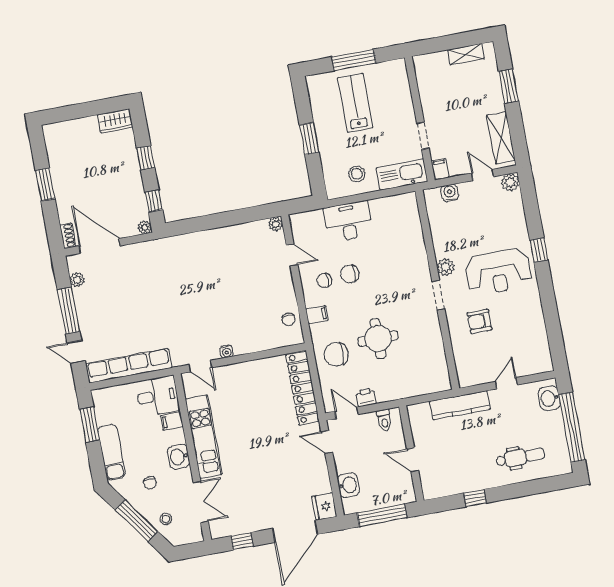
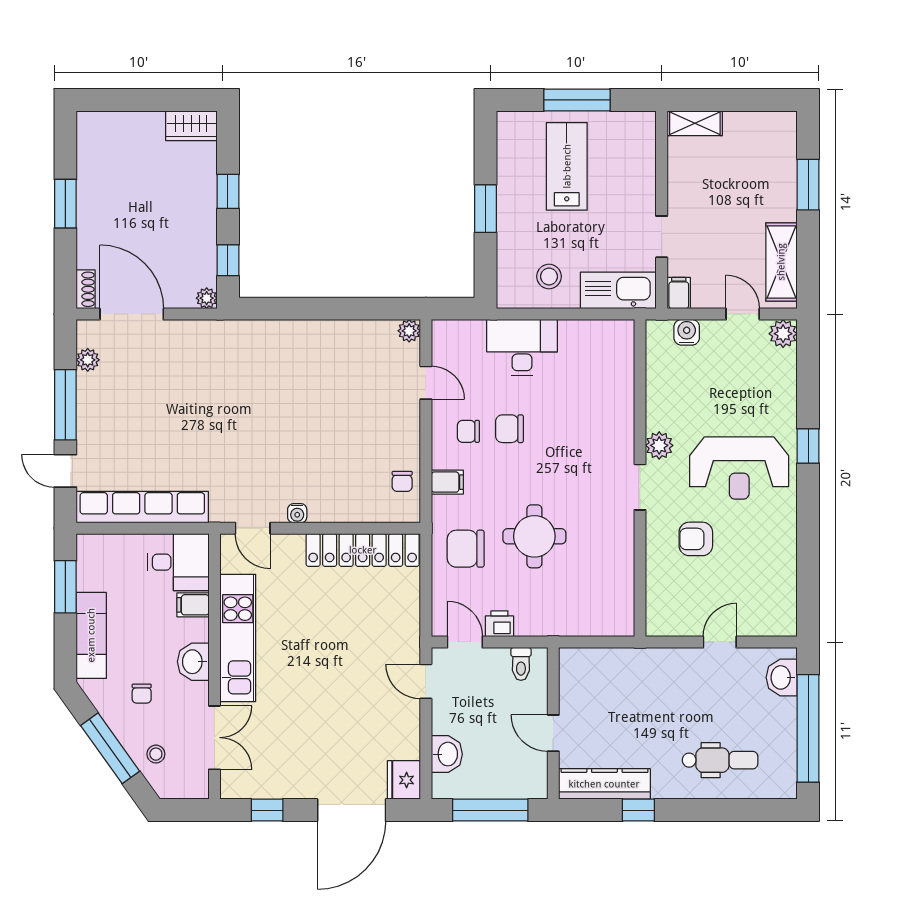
shelving: (466, 54) -> (695, 123), moved
locker: (303, 388) -> (363, 550), moved, turned -90
kitchen counter: (460, 405) -> (604, 784), moved, turned 180

